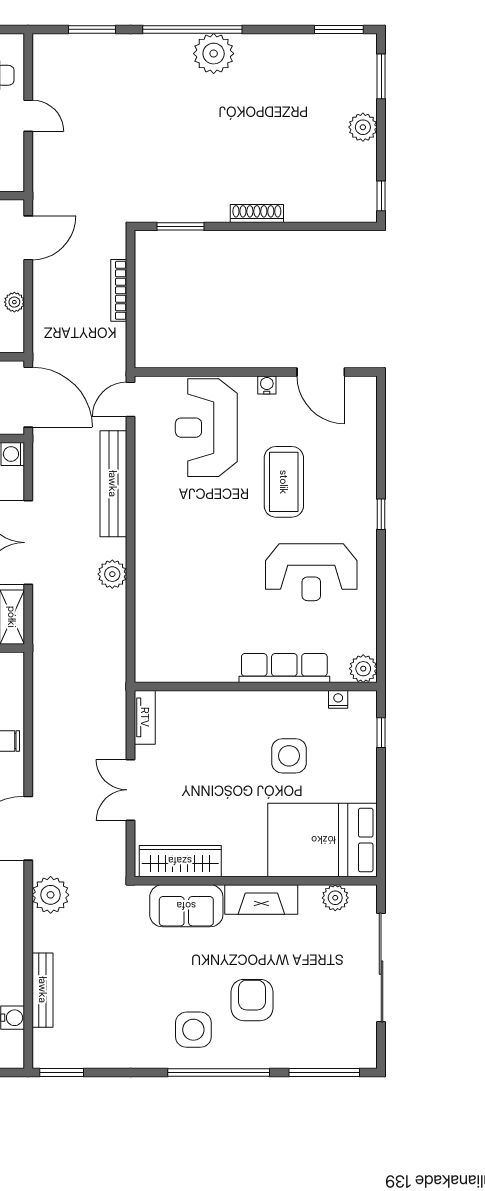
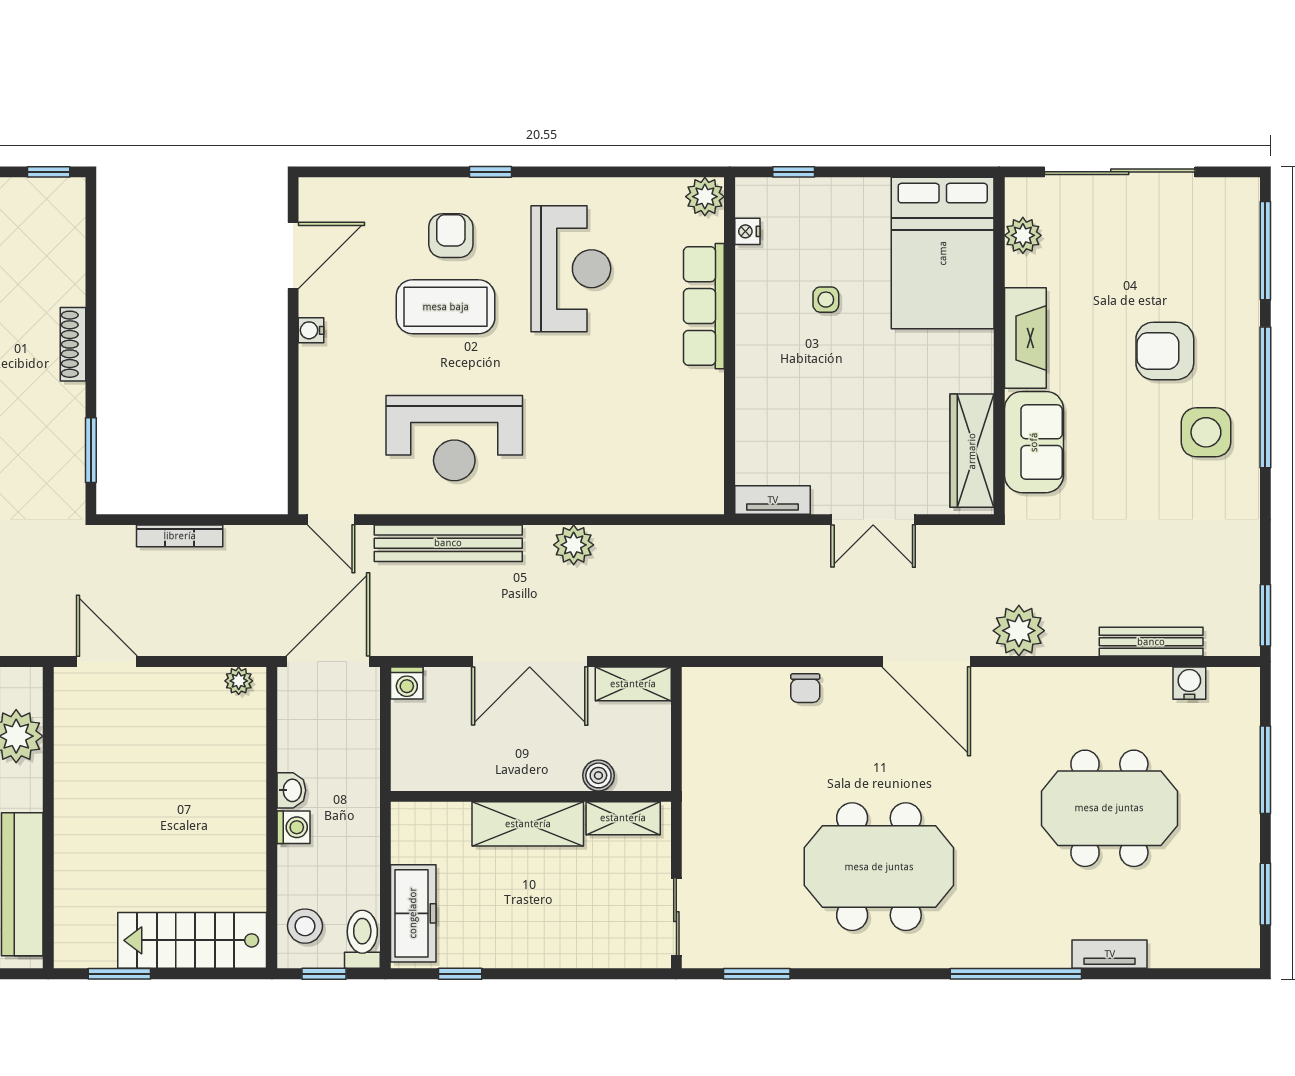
plant: (14, 302) -> (239, 681), moved
reception desk: (206, 428) -> (454, 438), moved
armchair: (335, 486) -> (451, 236), added
side table: (289, 756) -> (826, 300), width x0.54, depth x0.54

